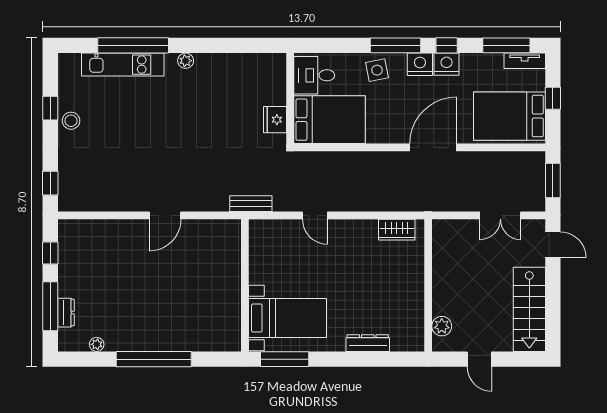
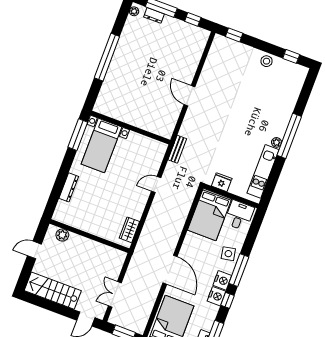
window: (133, 45) -> (289, 136), moved
kitchen unit: (123, 65) -> (263, 171), moved
window: (50, 108) -> (291, 56), moved
plant: (97, 344) -> (134, 11), moved

